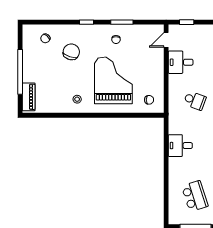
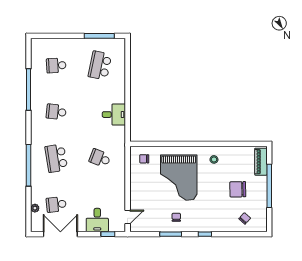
chair: (71, 52) -> (238, 189), moved, turned 71
desk: (181, 62) -> (97, 220), moved, turned 90
school desk: (195, 196) -> (100, 65), turned 30

